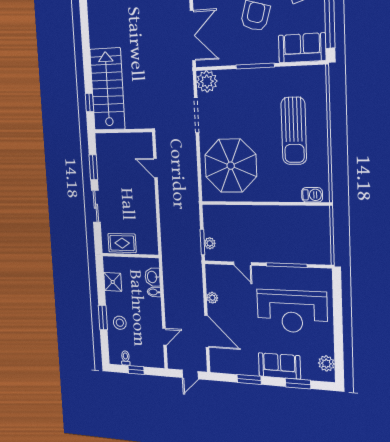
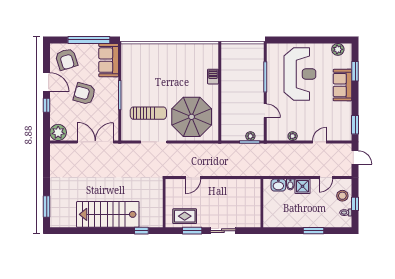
plant: (207, 81) -> (129, 133), removed
stairs: (107, 89) -> (108, 214), moved
sun lounger: (294, 131) -> (148, 113), moved, width x0.73, depth x0.75
barbecue: (312, 195) -> (213, 77), moved
rug: (122, 243) -> (185, 216), moved, turned 90
door: (242, 264) -> (265, 111), hinge flipped
shower: (113, 282) -> (303, 186), moved
stool: (120, 323) -> (342, 196), moved
door: (207, 331) -> (319, 142), width x0.53
door: (164, 337) -> (326, 178), swing flipped
window: (249, 379) -> (355, 125), moved

